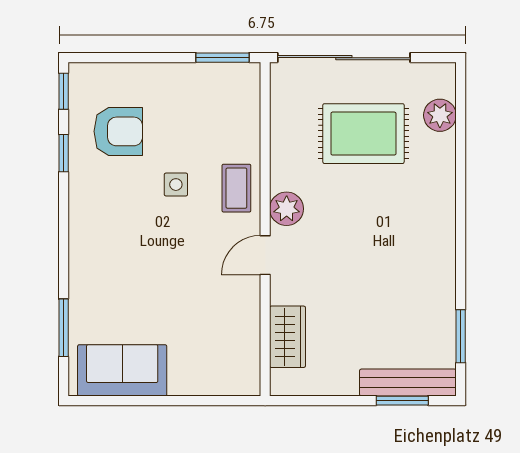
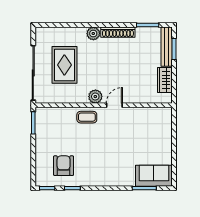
plant: (440, 115) -> (93, 34), moved
side table: (176, 185) -> (85, 142), removed
door: (265, 255) -> (114, 105), swing flipped
shoe rack: (443, 264) -> (118, 32), added
wardrobe: (287, 337) -> (165, 80), moved, turned -90
sofa: (122, 370) -> (154, 176), moved, turned 90

